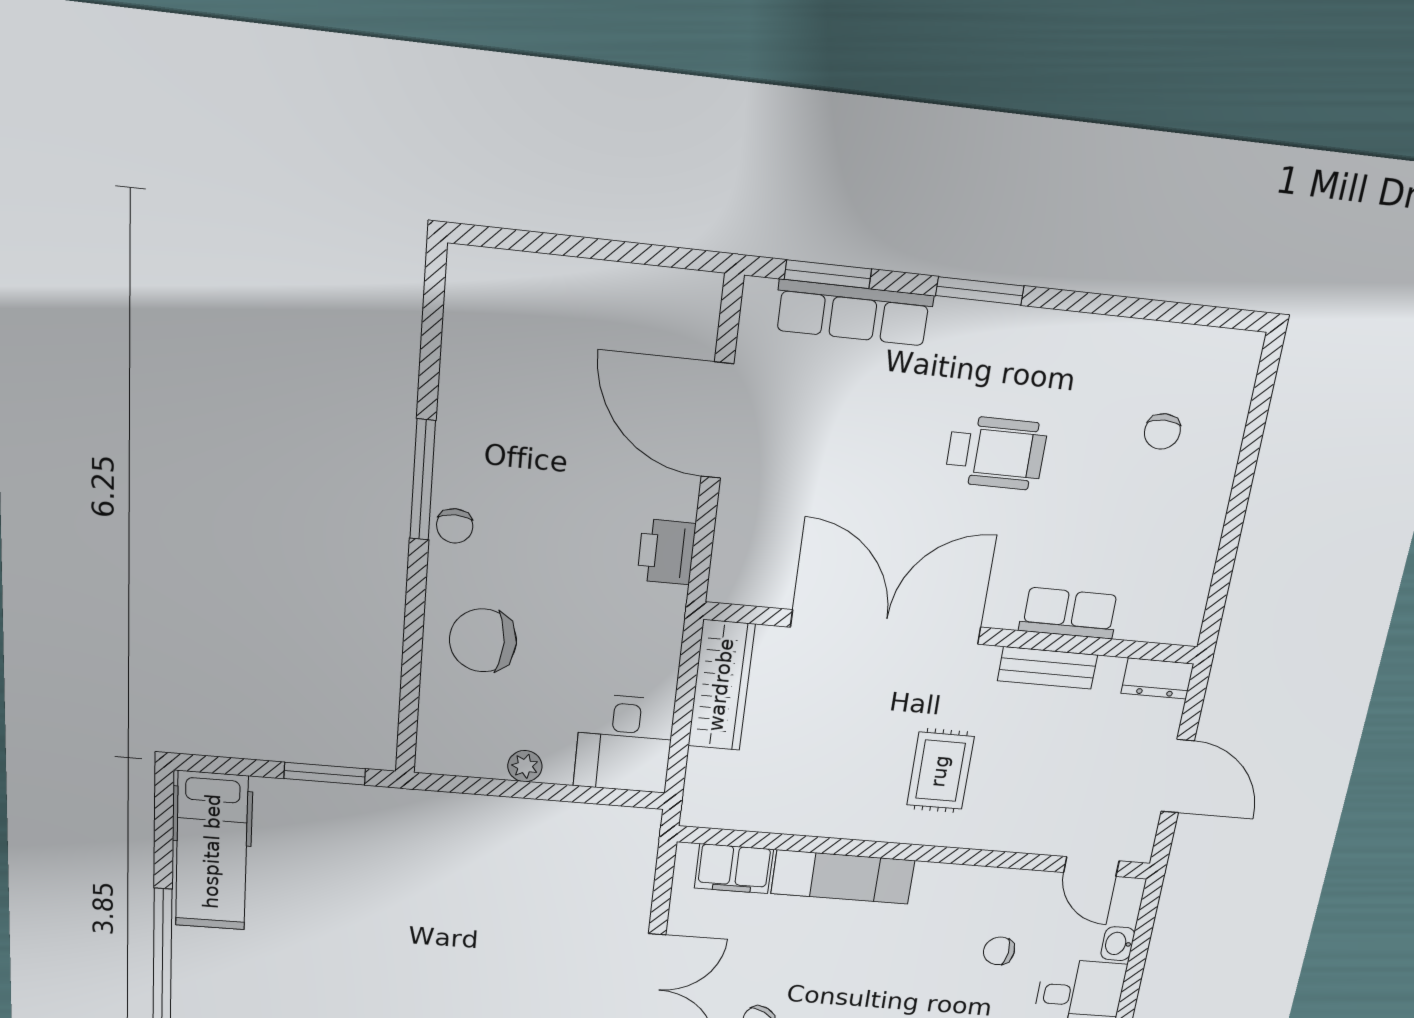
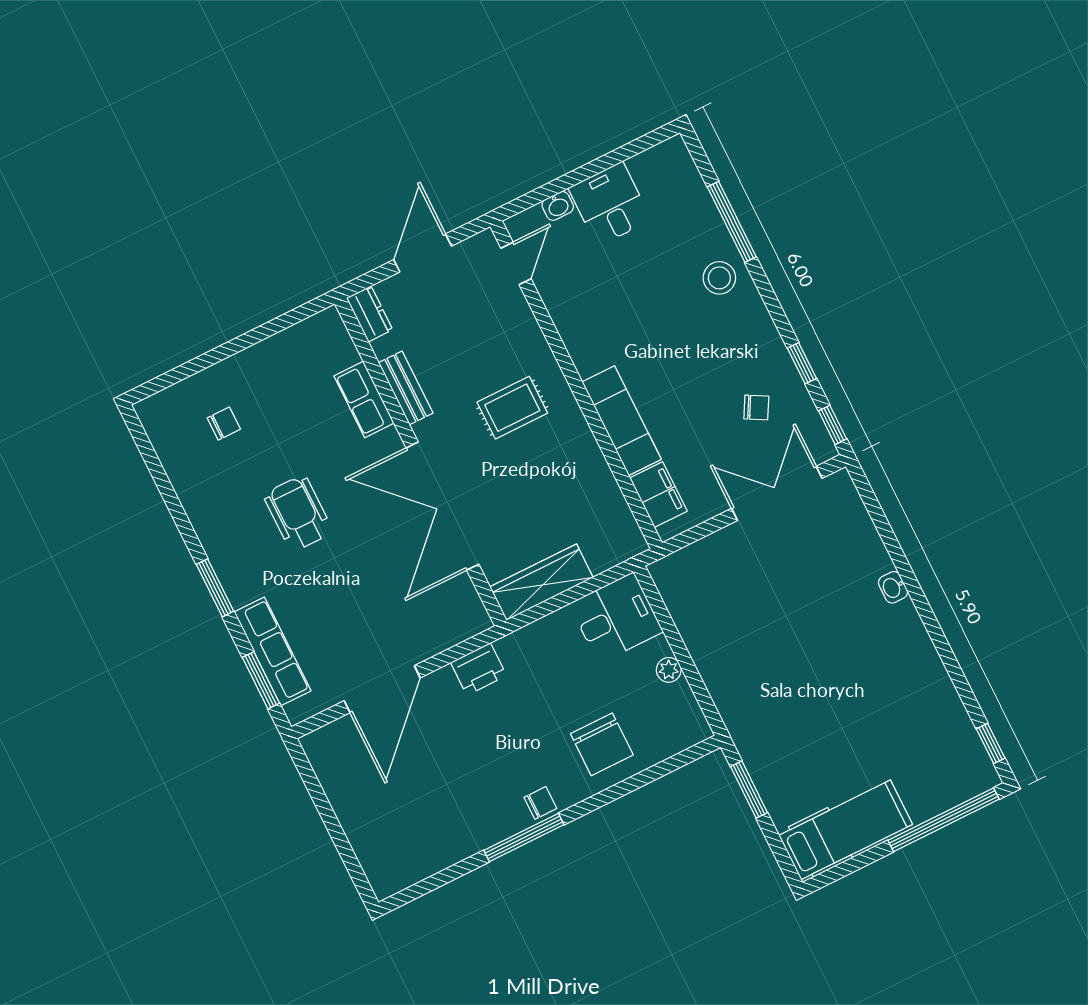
chair: (999, 951) -> (611, 282), removed

